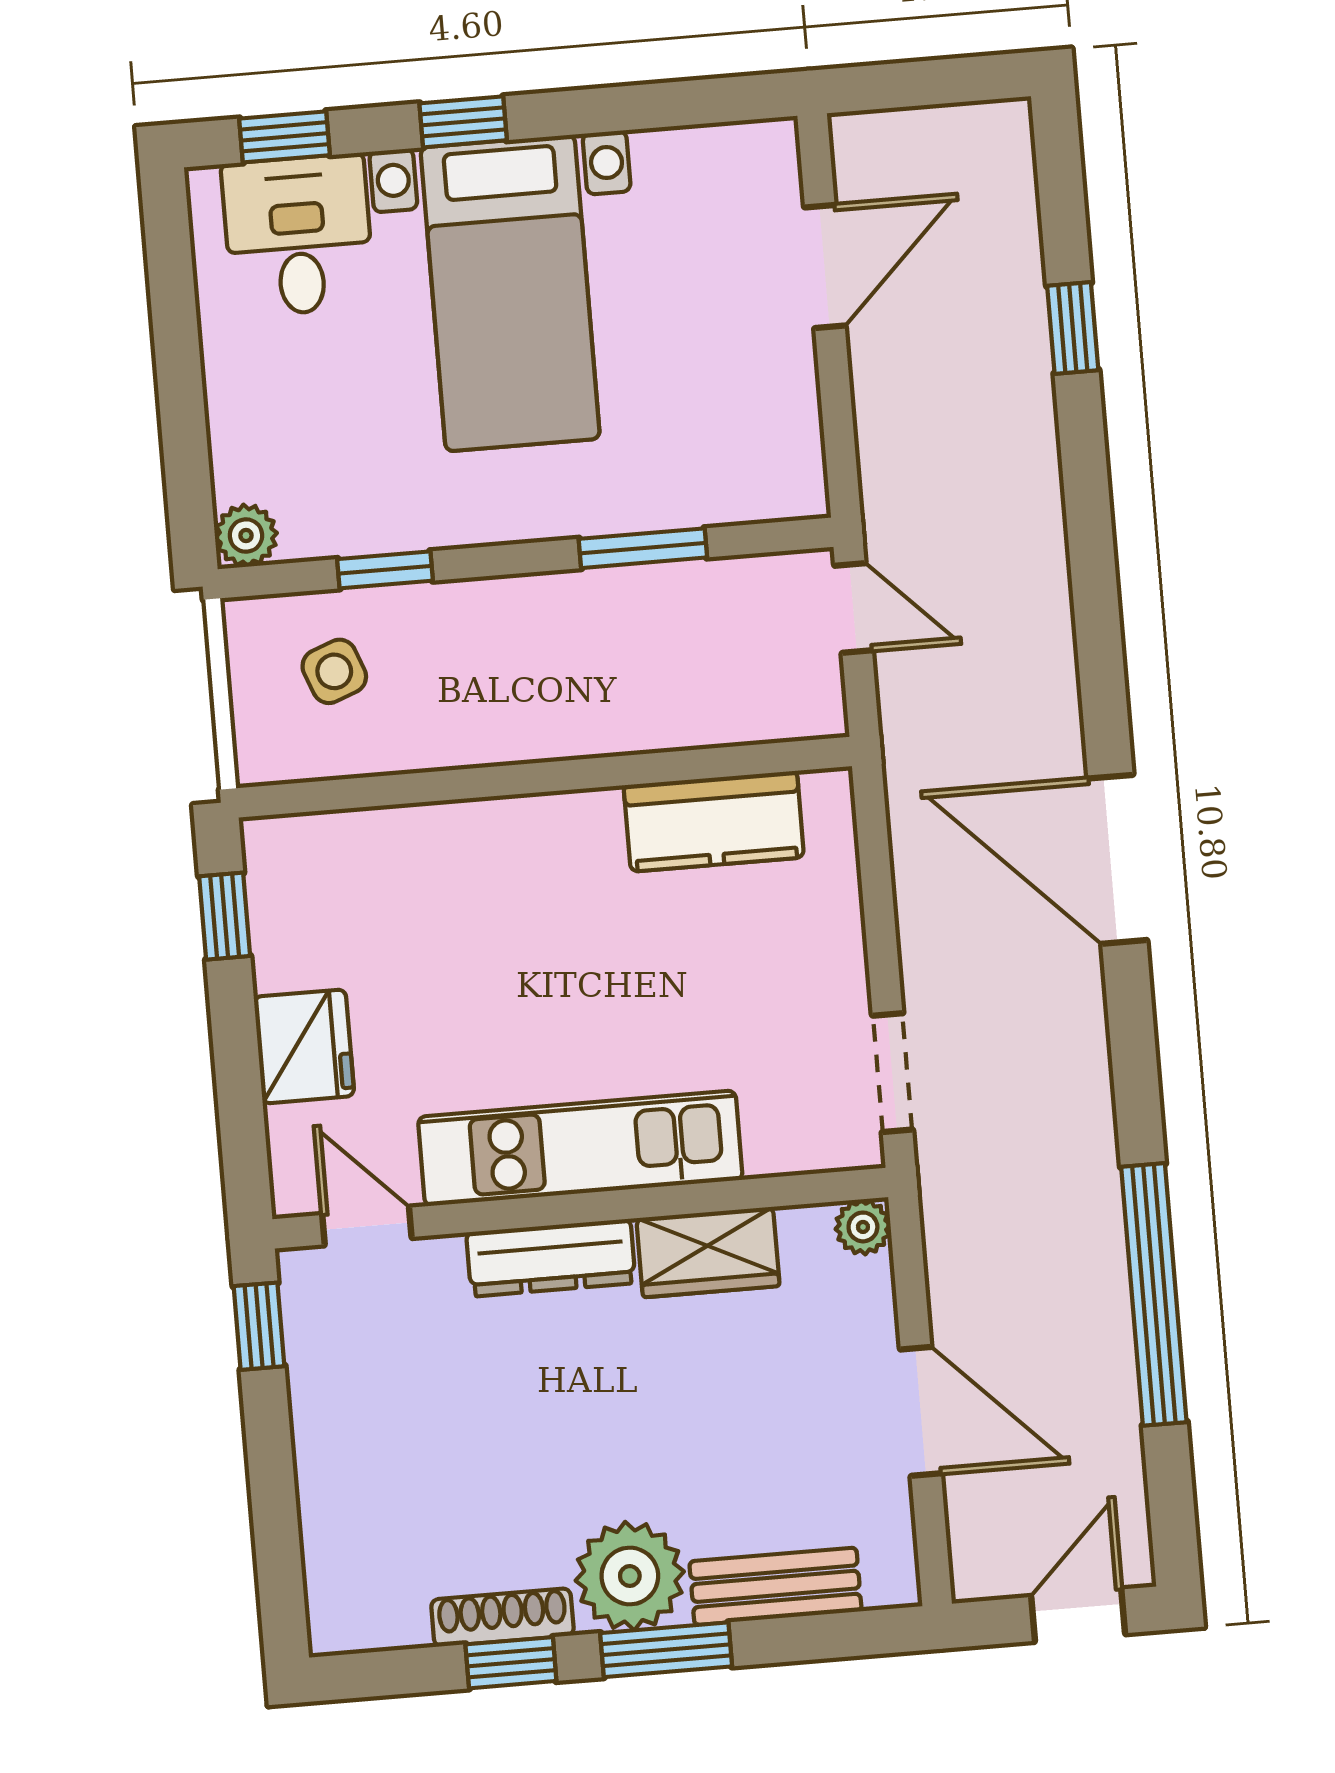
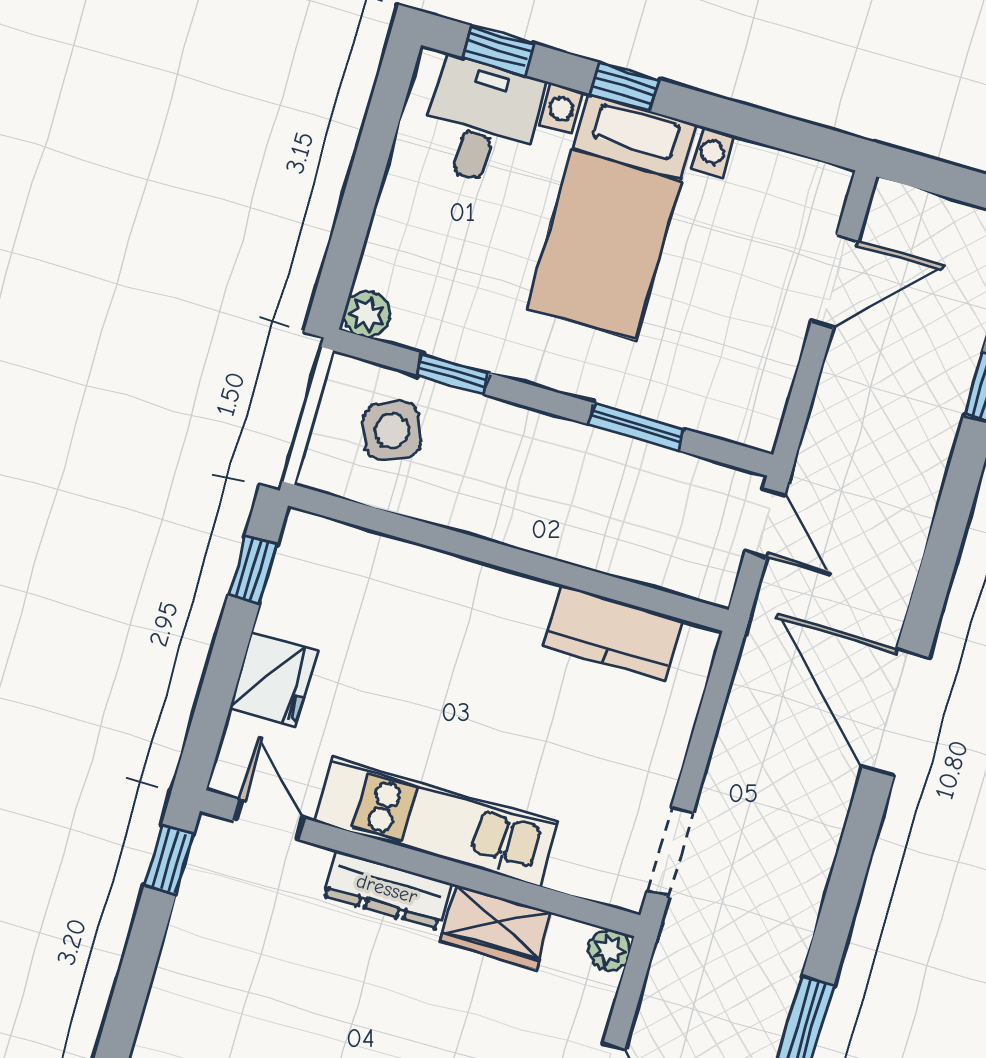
side table: (334, 671) -> (392, 430), width x1.37, depth x1.37
door: (1117, 859) -> (895, 712), moved

